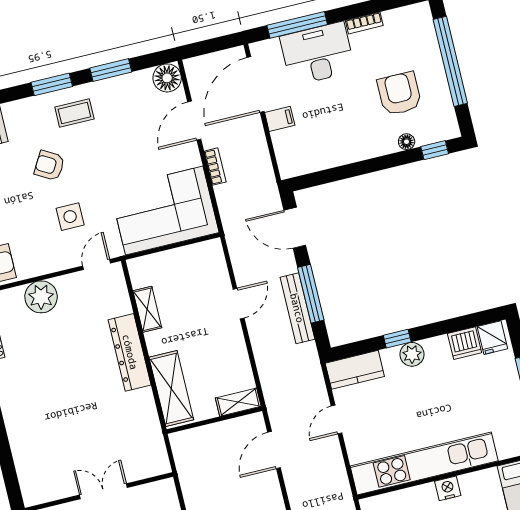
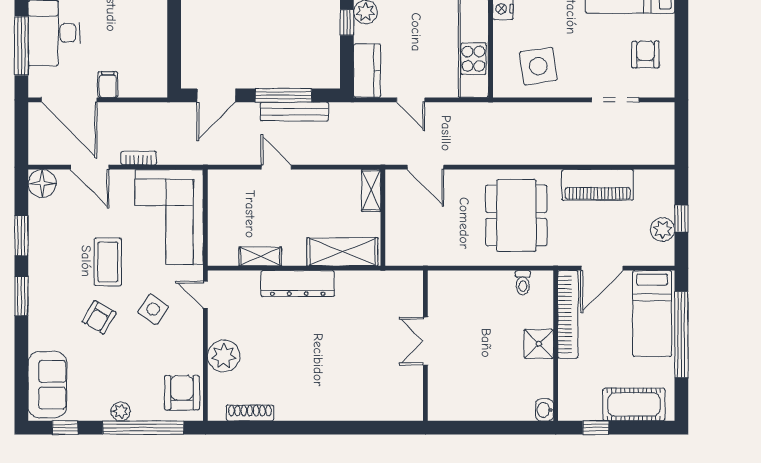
coffee table: (74, 113) -> (108, 262), moved, width x1.36, depth x1.30
side table: (70, 217) -> (153, 309), turned 35

